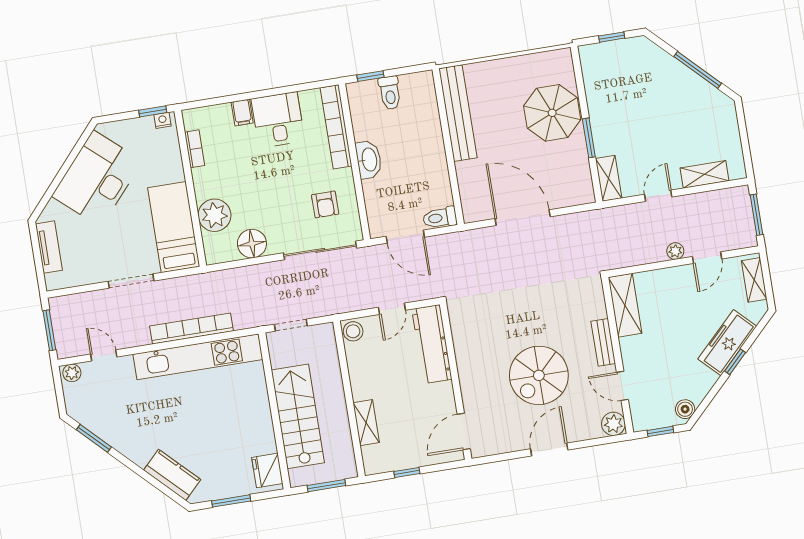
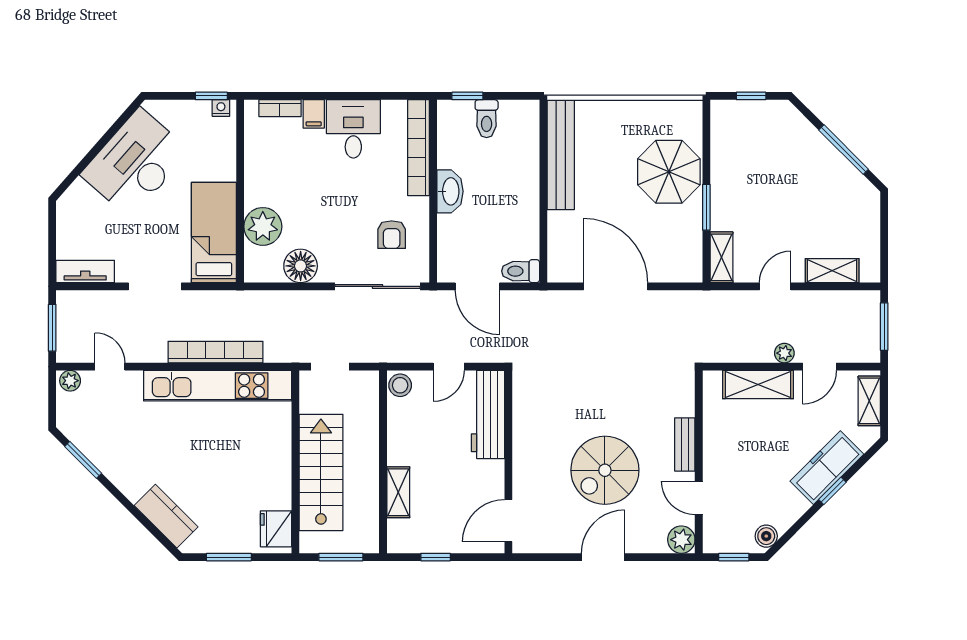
bookcase: (195, 149) -> (280, 108), moved, turned 90
tv unit: (49, 247) -> (85, 271), moved, turned -90
shelving: (625, 305) -> (758, 385), moved, turned 90

